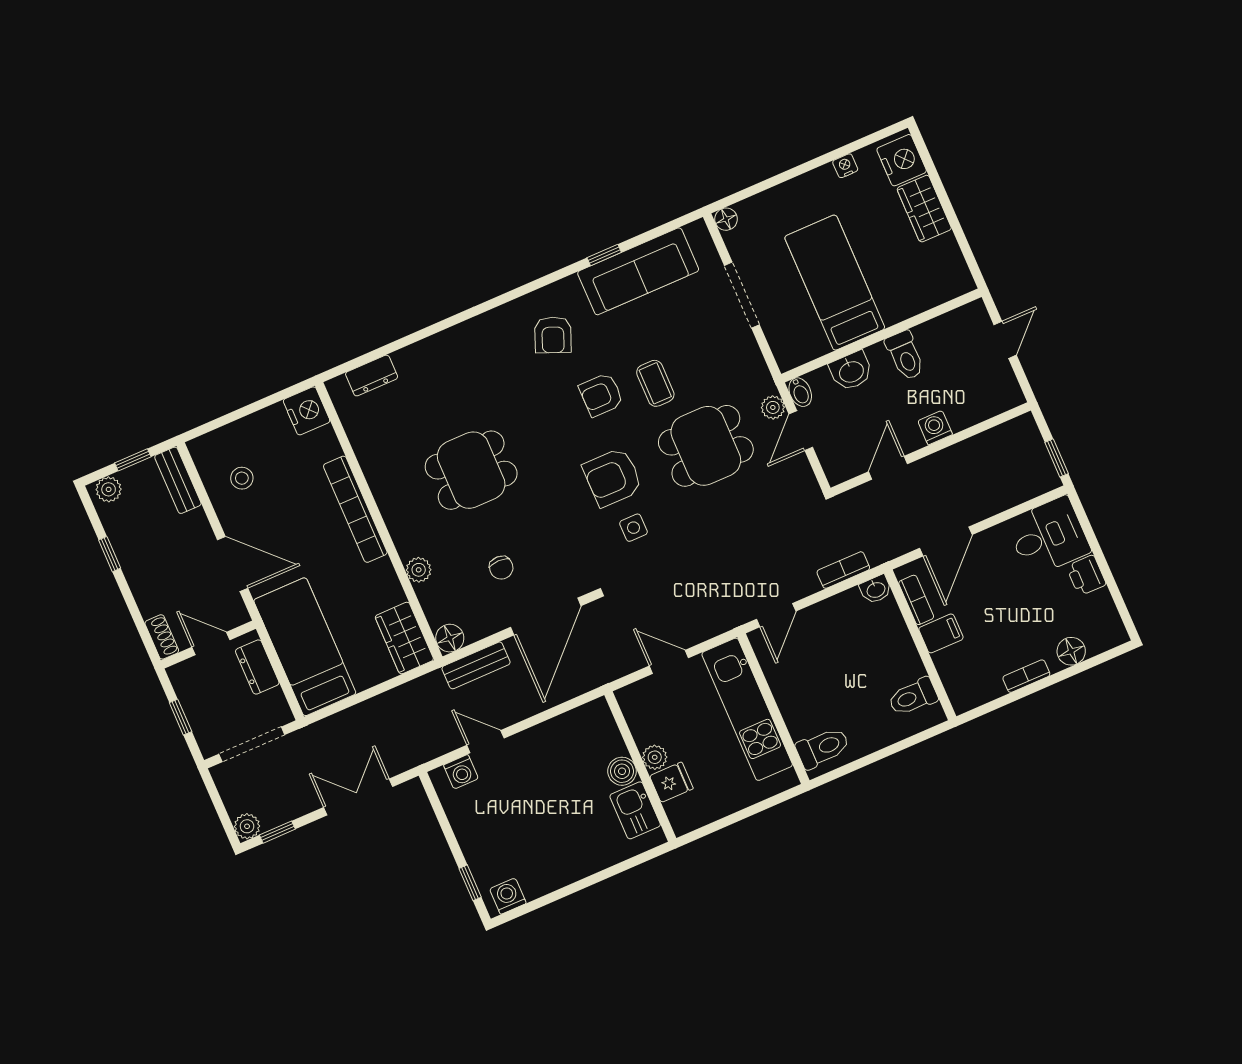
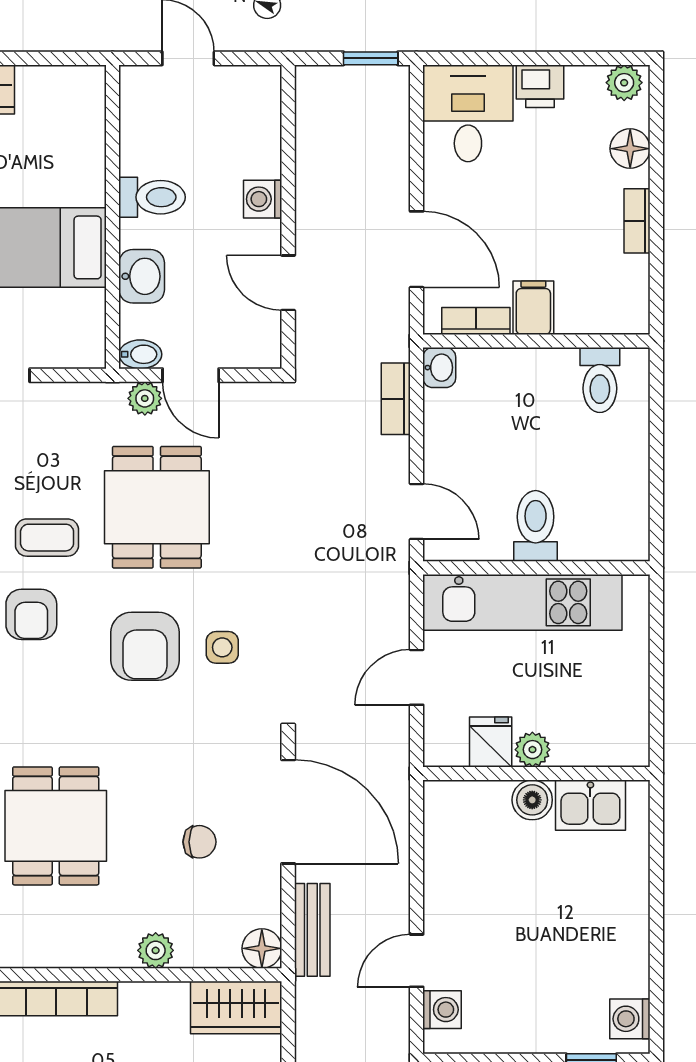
plant: (1112, 629) -> (624, 83), added
toilet: (823, 748) -> (536, 526), moved
fridge: (671, 782) -> (491, 742), moved

